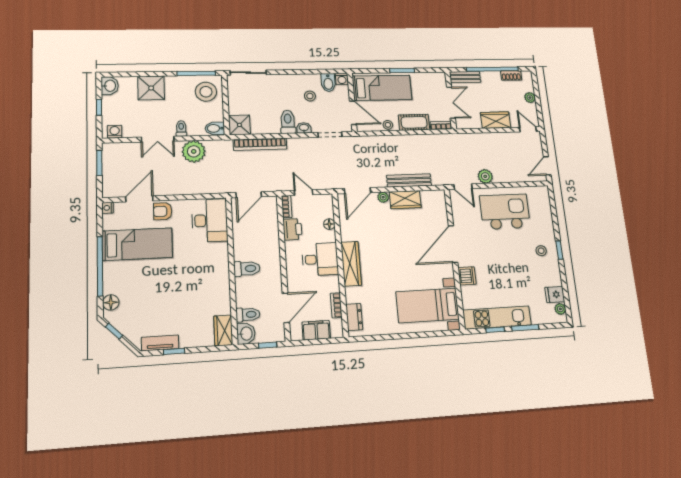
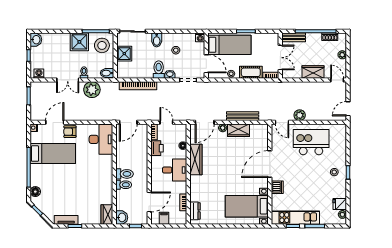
bidet: (328, 83) -> (157, 40), moved
shower: (151, 88) -> (79, 42), moved
shower: (239, 125) -> (124, 54), moved
wardrobe: (351, 264) -> (196, 160), moved
toilet: (248, 315) -> (124, 185), moved
filing cabinet: (316, 330) -> (164, 218), width x0.50

